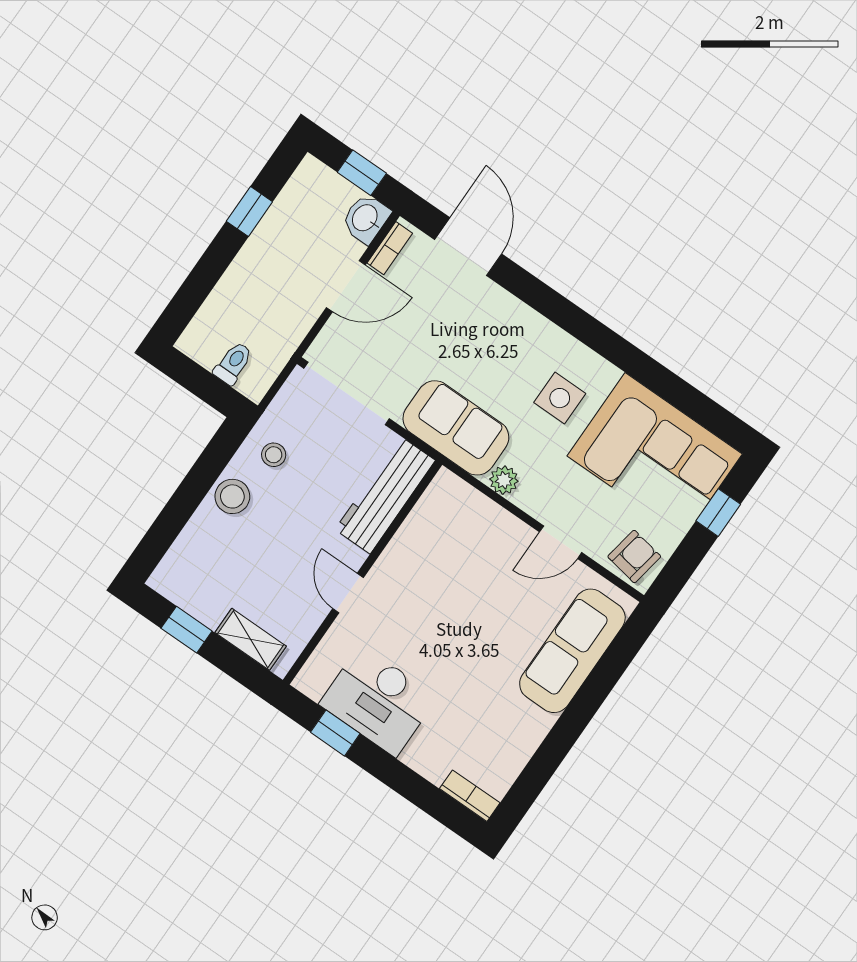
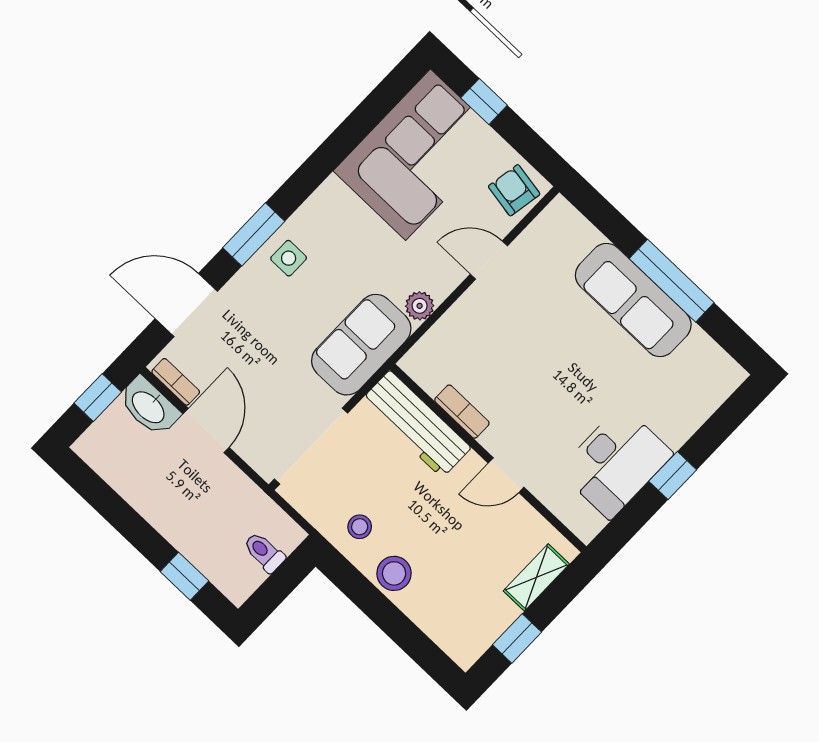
window: (249, 211) -> (184, 576), moved
washbasin: (366, 218) -> (149, 406), width x1.38
window: (549, 303) -> (254, 234), added
side table: (560, 398) -> (289, 258), moved, width x0.73, depth x0.73
door: (561, 542) -> (489, 260), swing flipped
sofa: (572, 651) -> (633, 300), moved
window: (568, 728) -> (672, 281), added
window: (335, 733) -> (673, 475), moved
bookcase: (470, 796) -> (462, 412), moved, turned 90

